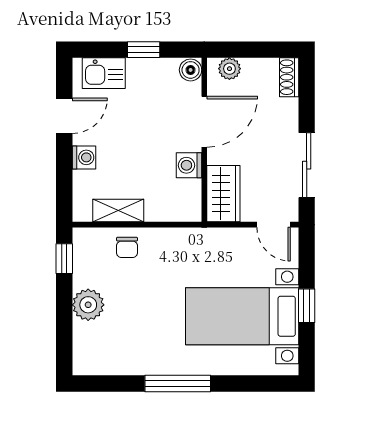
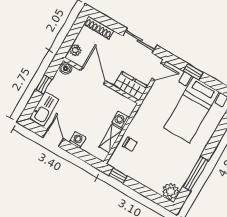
kitchen sink: (104, 73) -> (44, 109), width x1.38
shoe rack: (289, 77) -> (99, 28), width x1.43
washing machine: (189, 165) -> (121, 120), moved, turned 90
plant: (88, 305) -> (171, 191), moved
window: (307, 306) -> (193, 72), moved
window: (178, 383) -> (195, 174), moved

